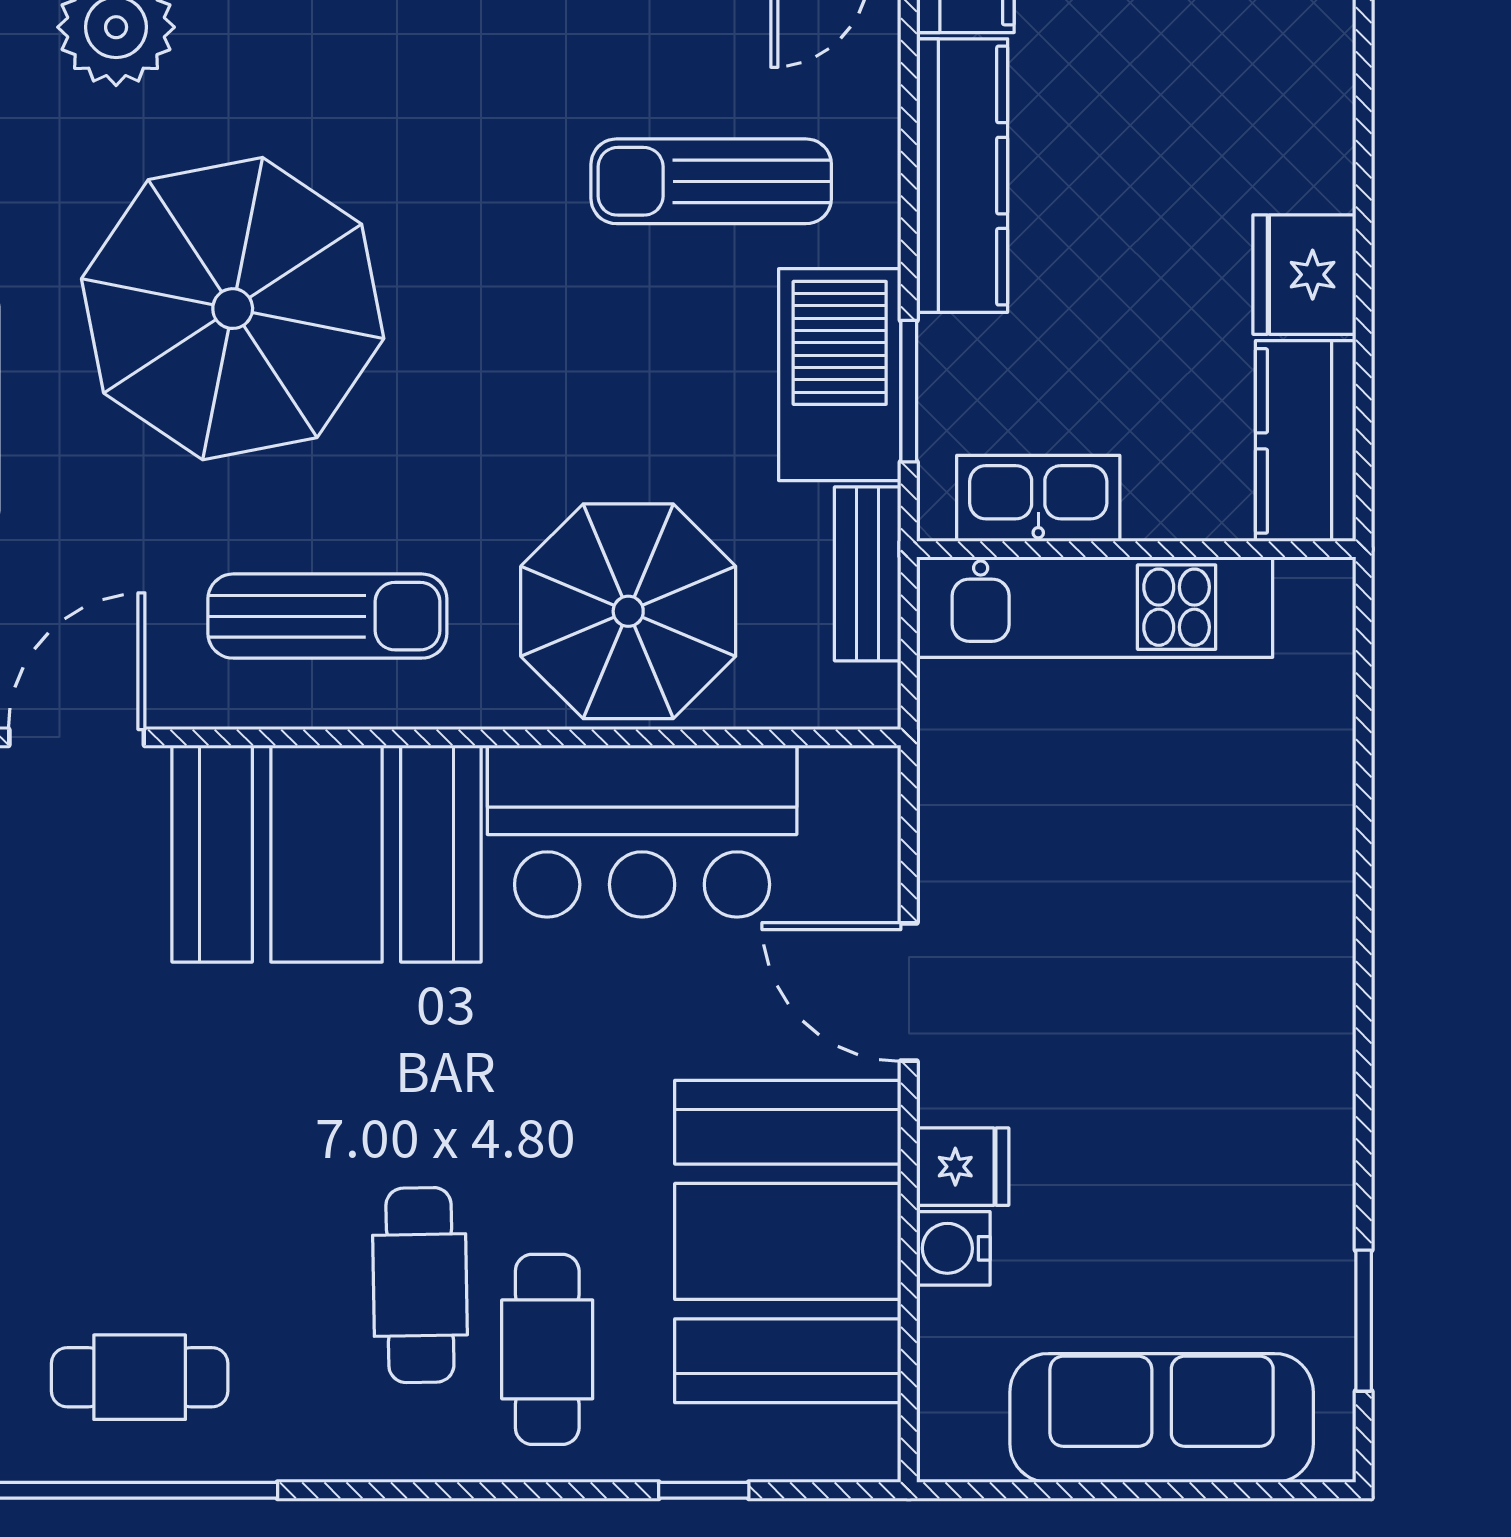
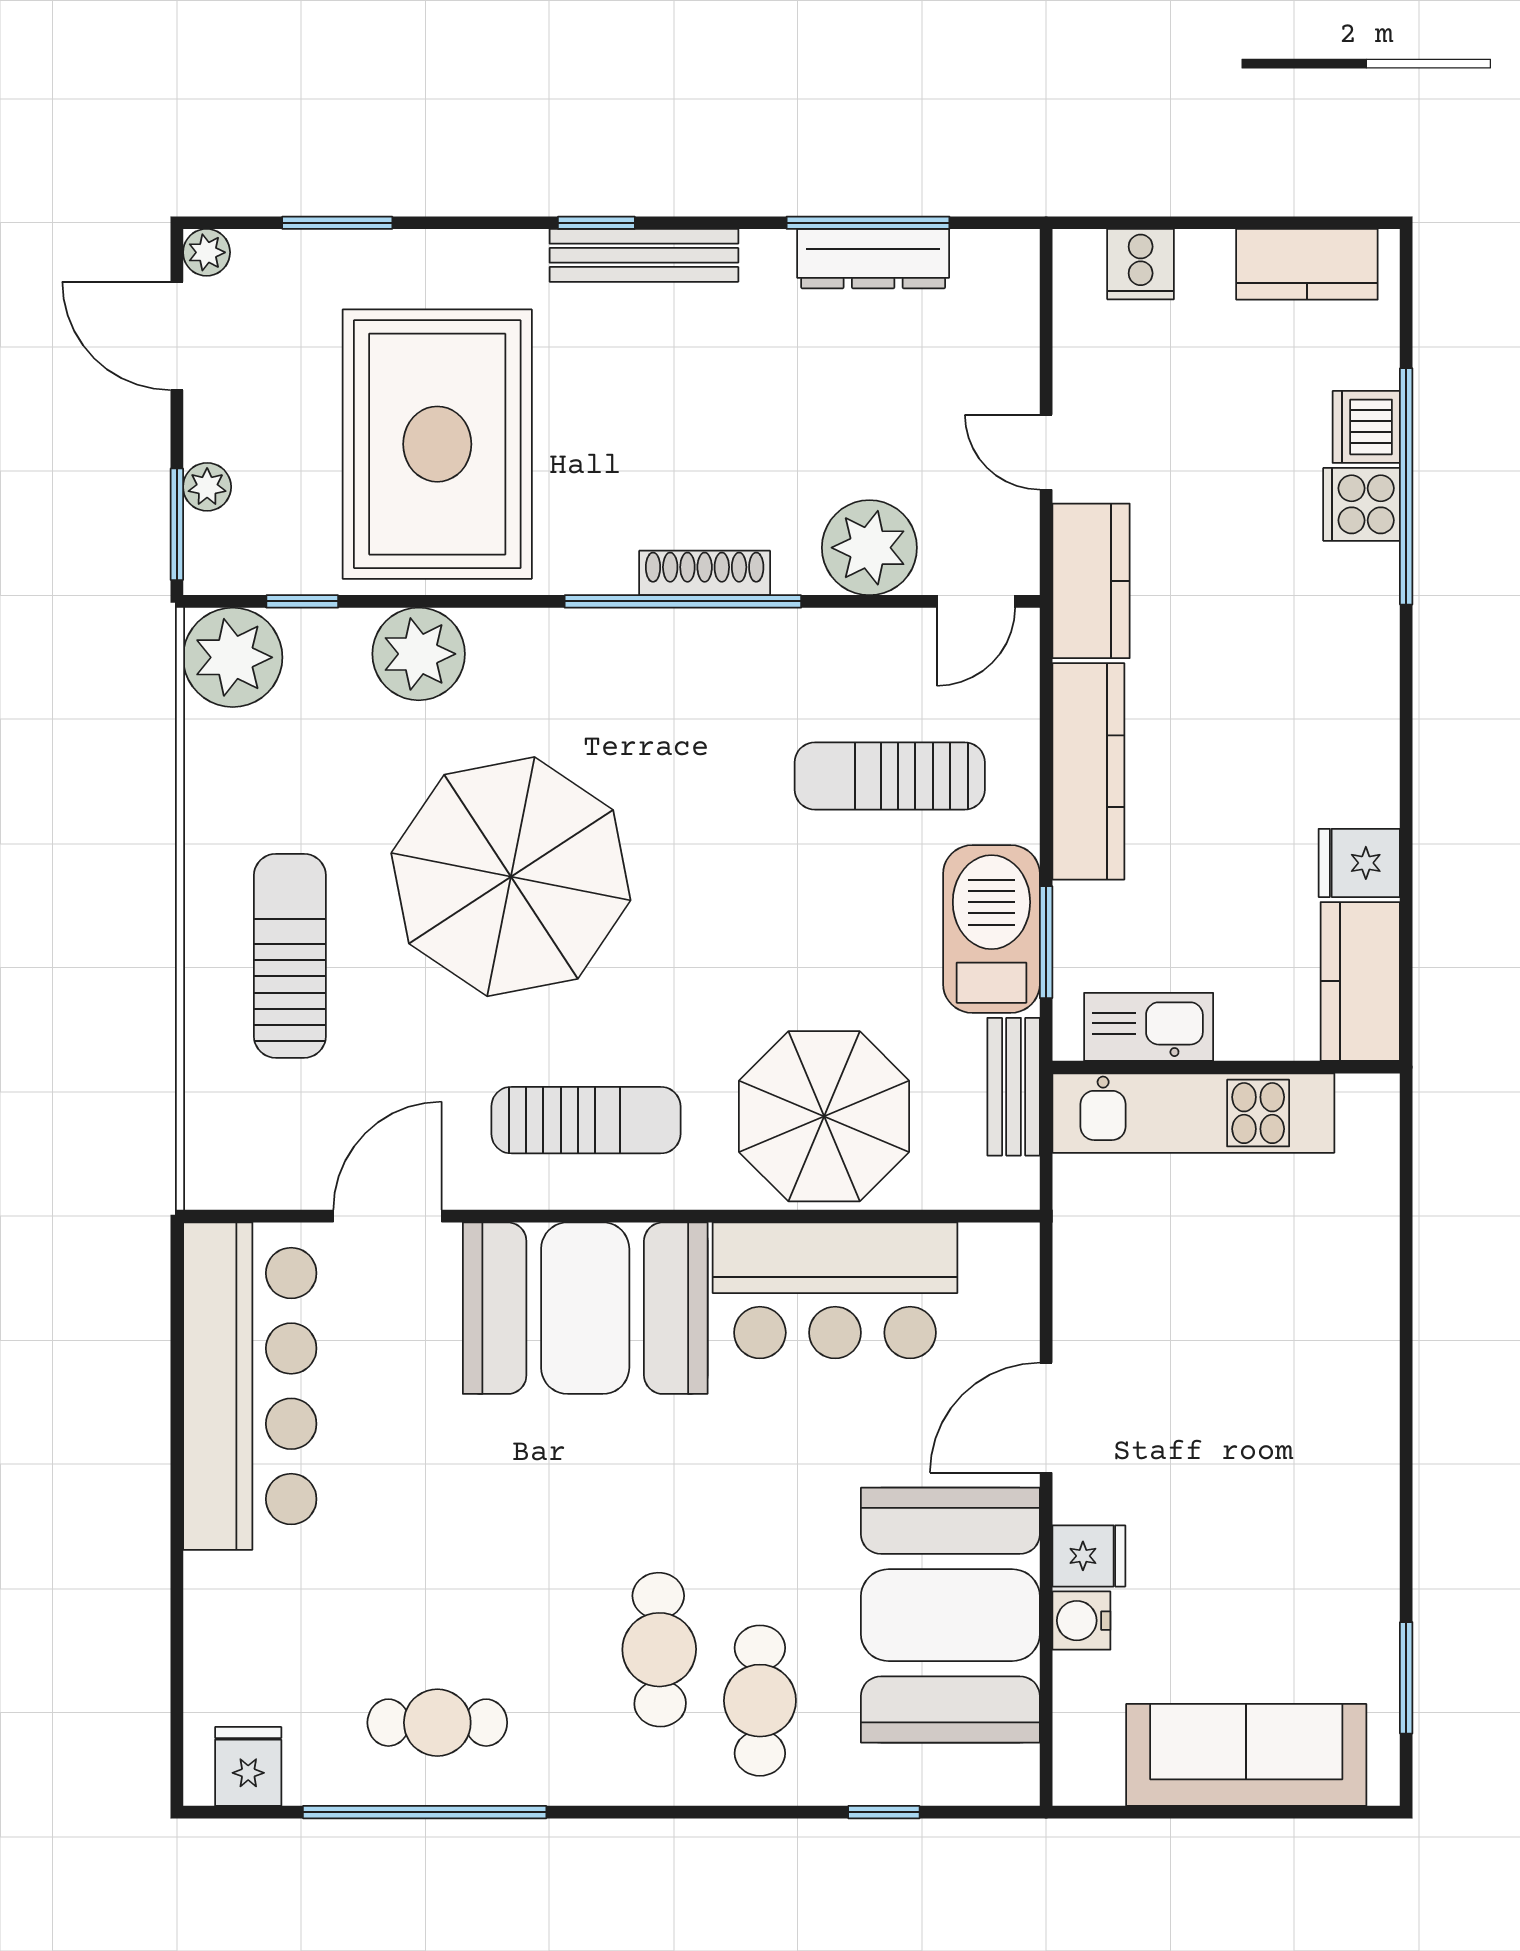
fridge: (1304, 275) -> (1359, 863), width x0.72
door: (909, 992) -> (1046, 1418), hinge flipped

